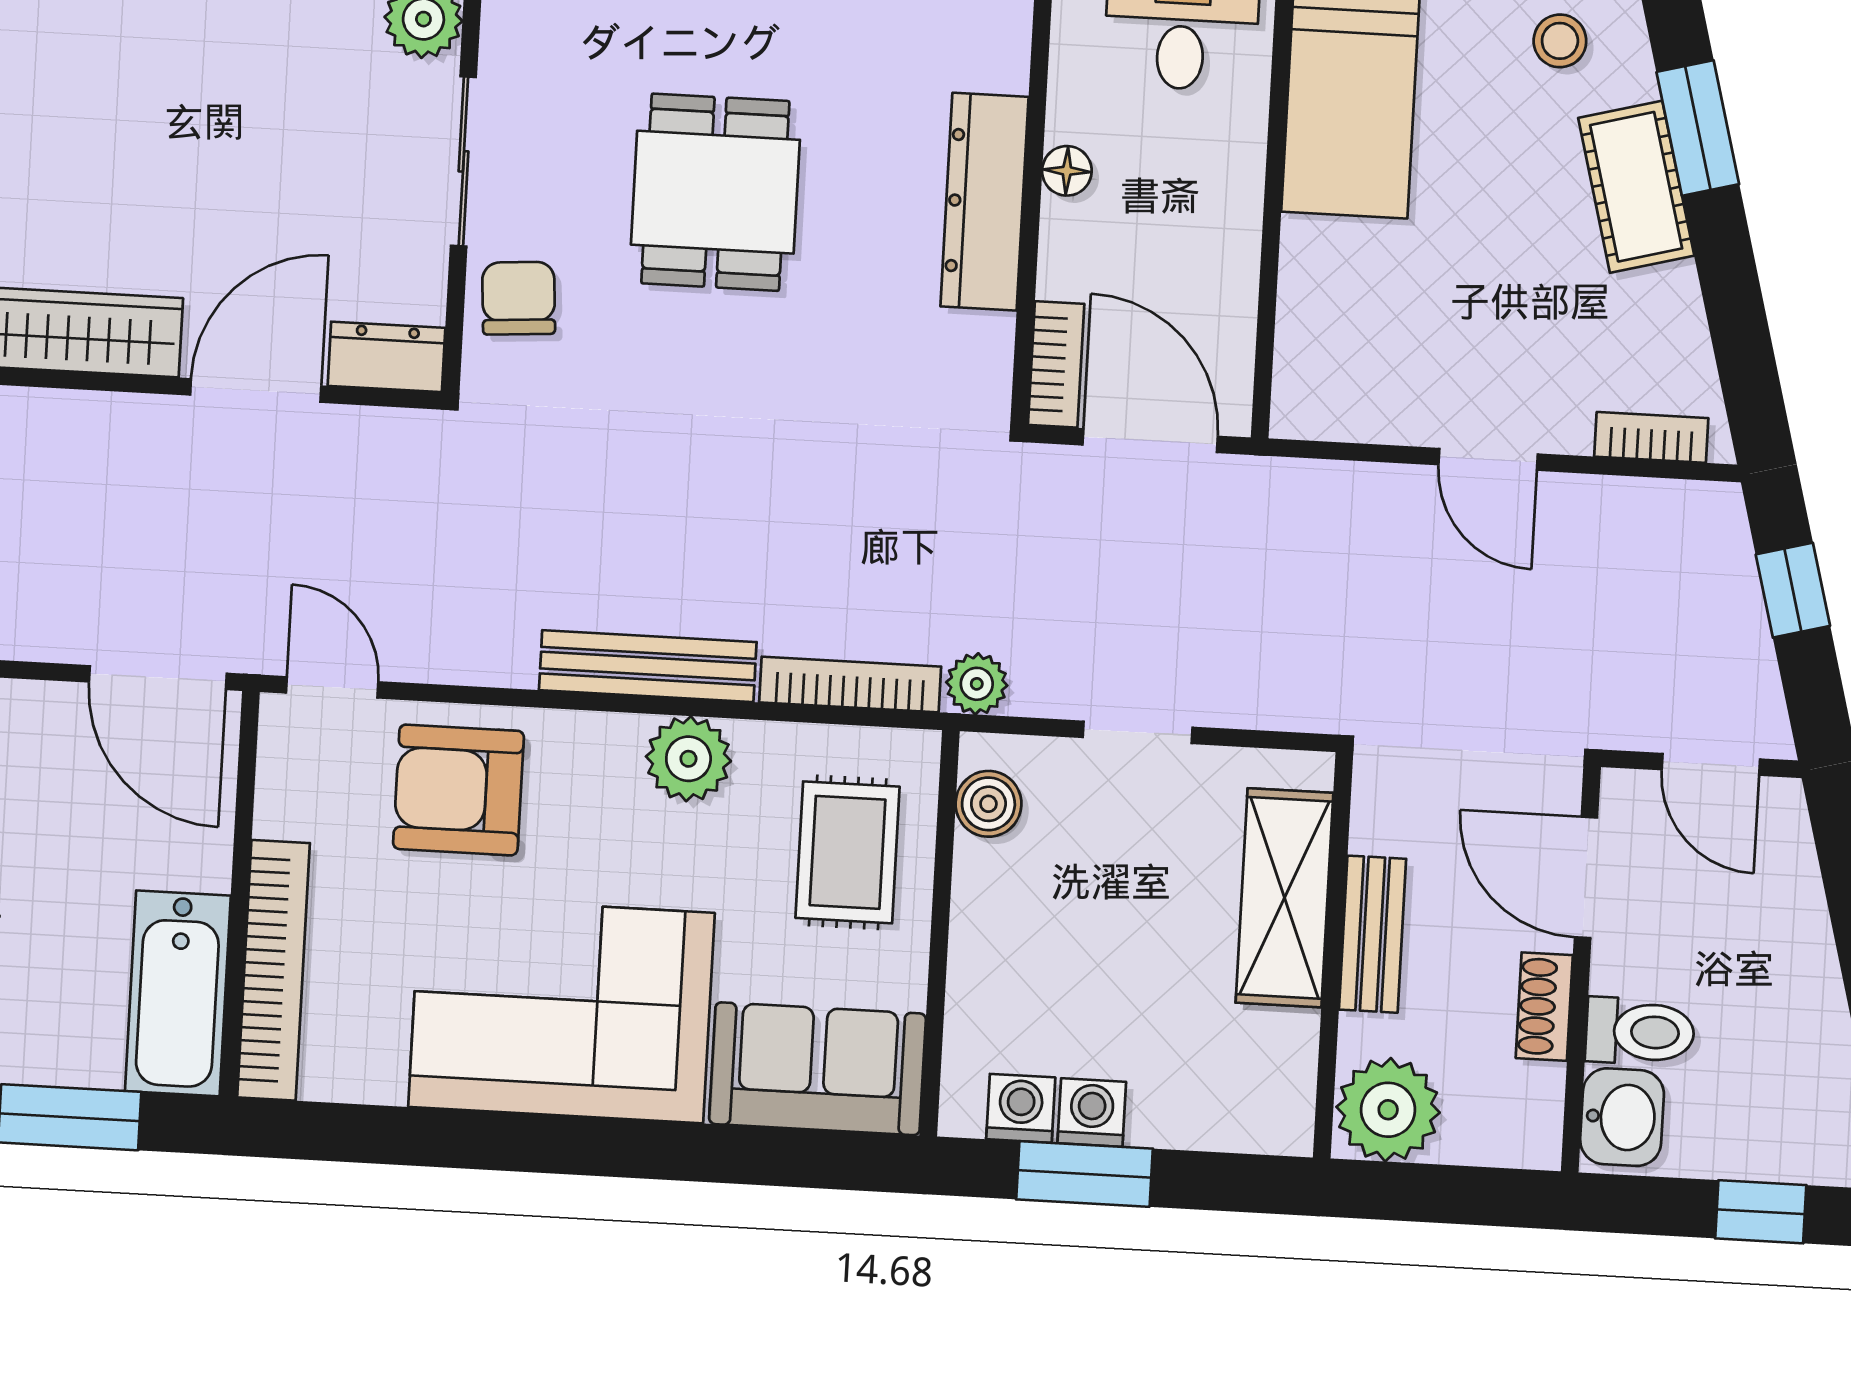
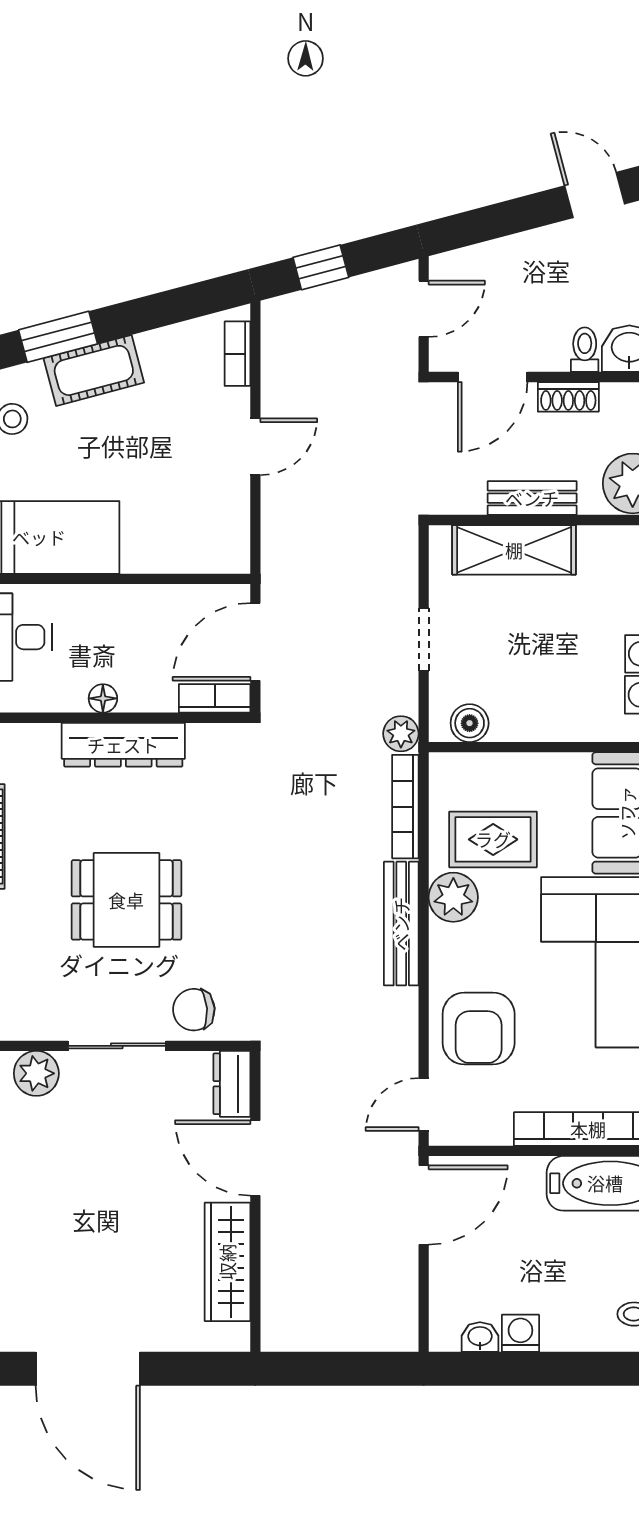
rug: (848, 852) -> (493, 839), moved
toilet: (1640, 1032) -> (585, 350), width x0.73, depth x0.72

